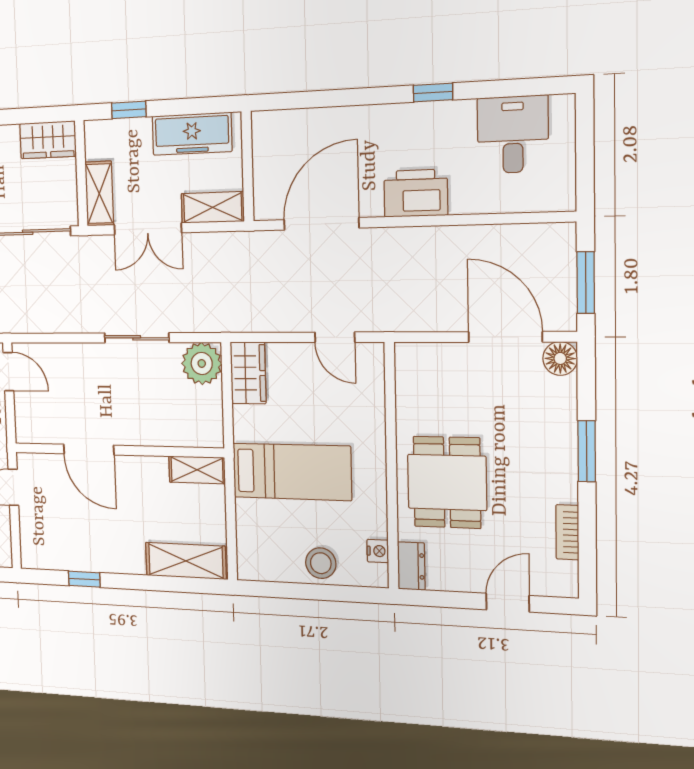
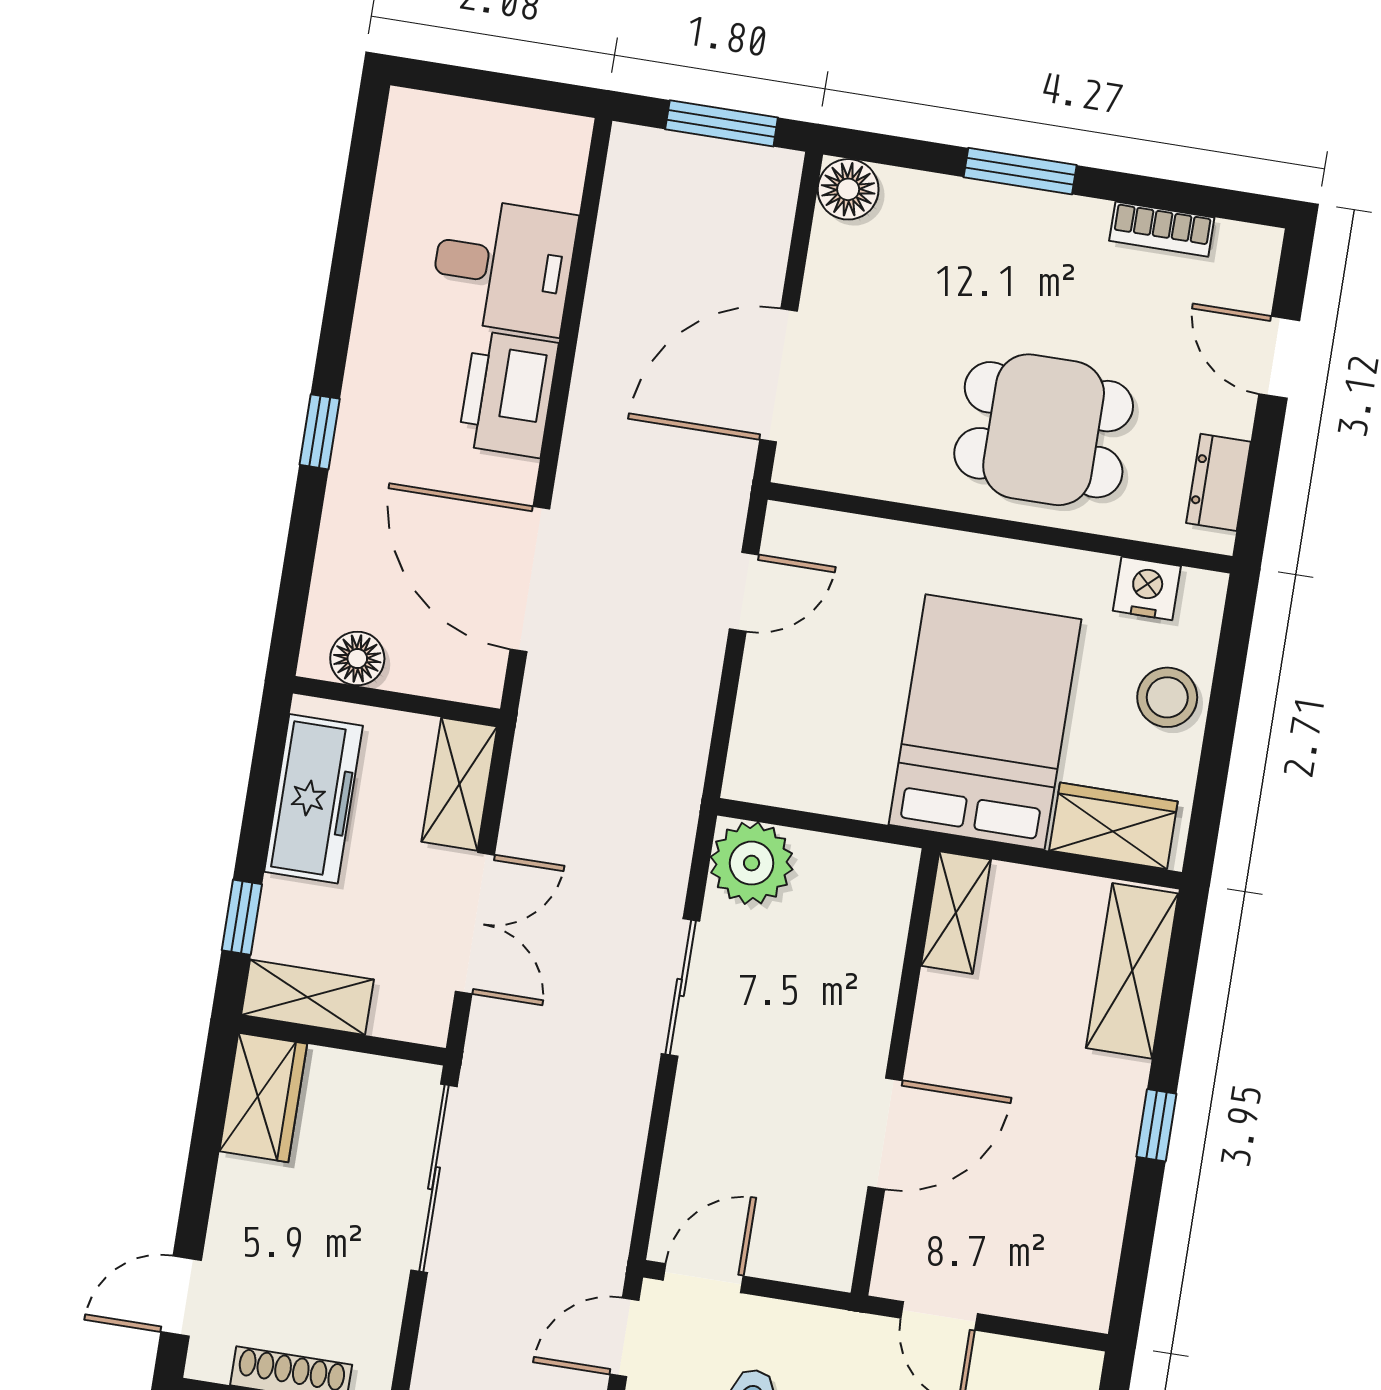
window: (433, 93) -> (320, 432), moved
desk: (513, 135) -> (503, 266), moved, turned 180
floor lamp: (265, 141) -> (357, 659), added
shelving: (99, 194) -> (308, 997), moved
door: (505, 337) -> (779, 375), moved
wardrobe: (248, 373) -> (1113, 826), moved
bed: (292, 472) -> (985, 722), width x1.50
nightstand: (378, 551) -> (1147, 588), width x1.39, depth x1.35
dresser: (411, 566) -> (1219, 482), moved, turned -90
window: (84, 579) -> (1156, 1125), moved

